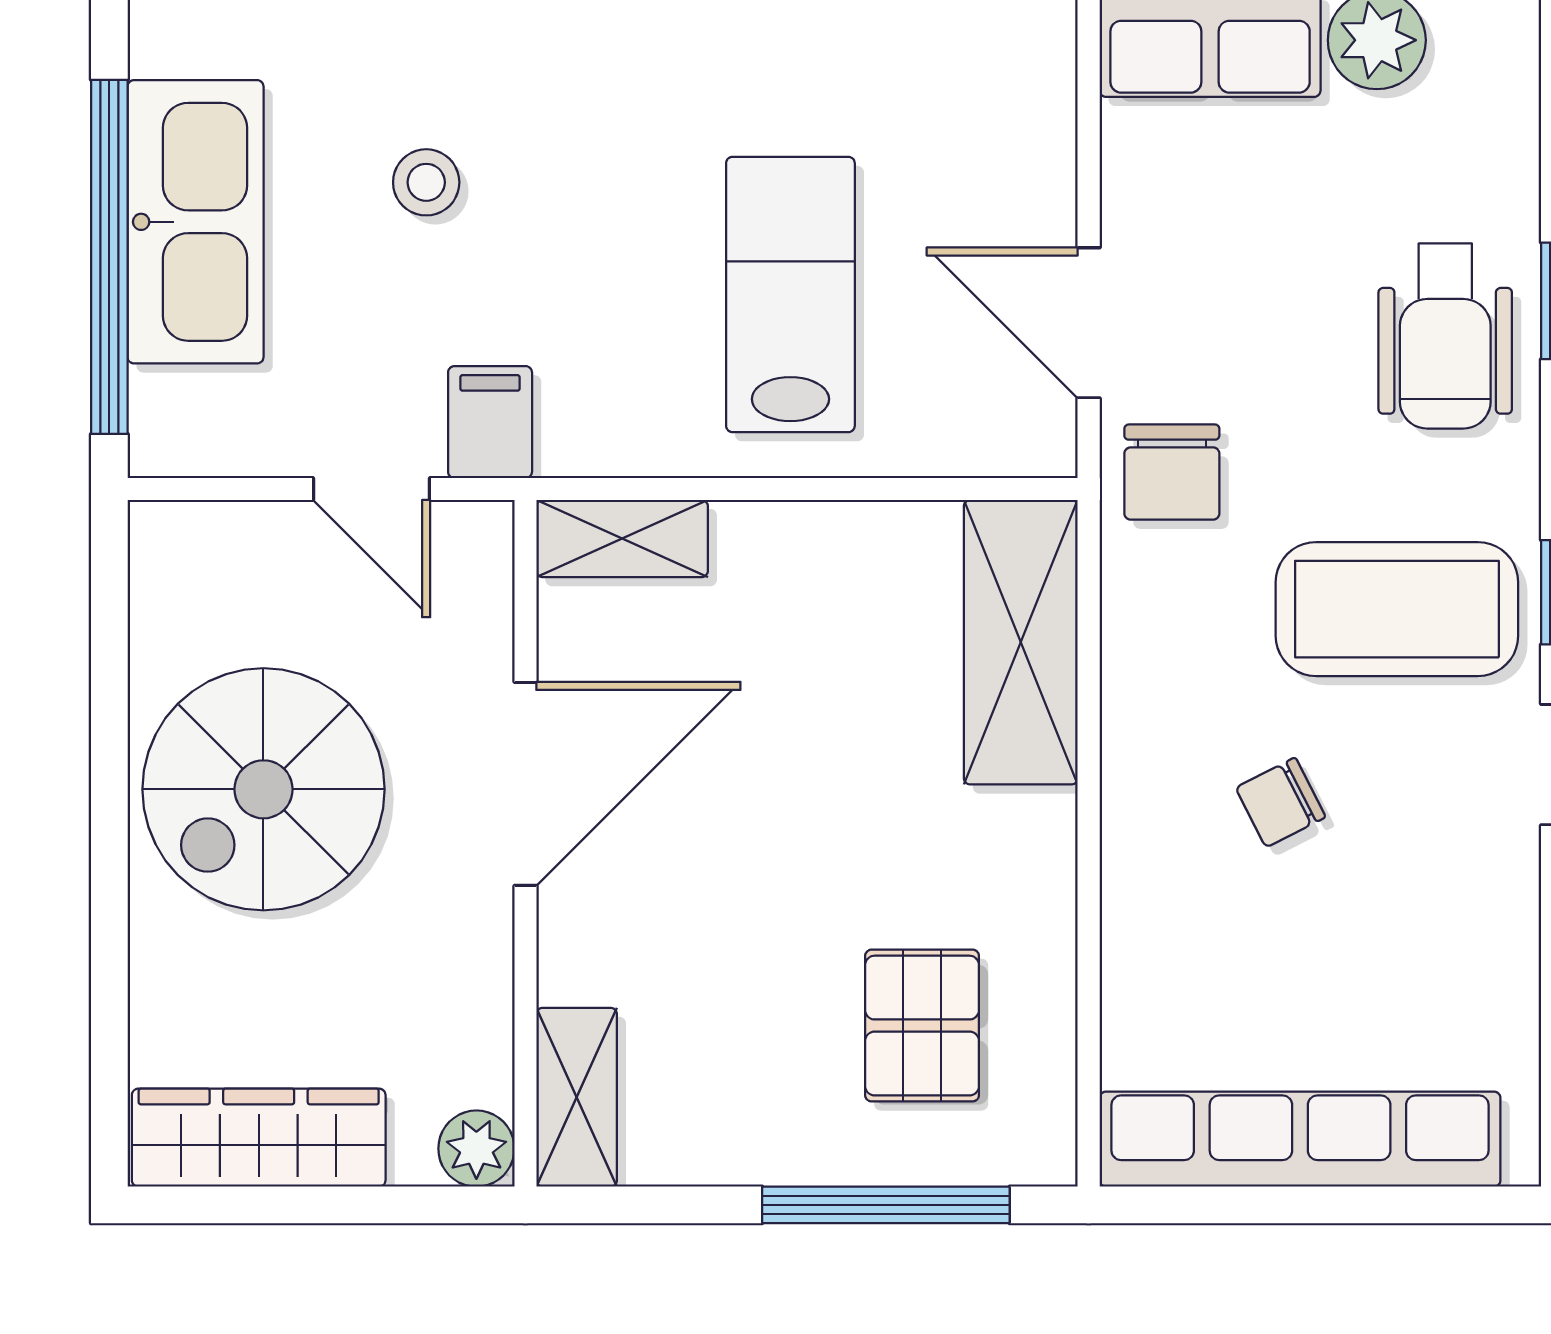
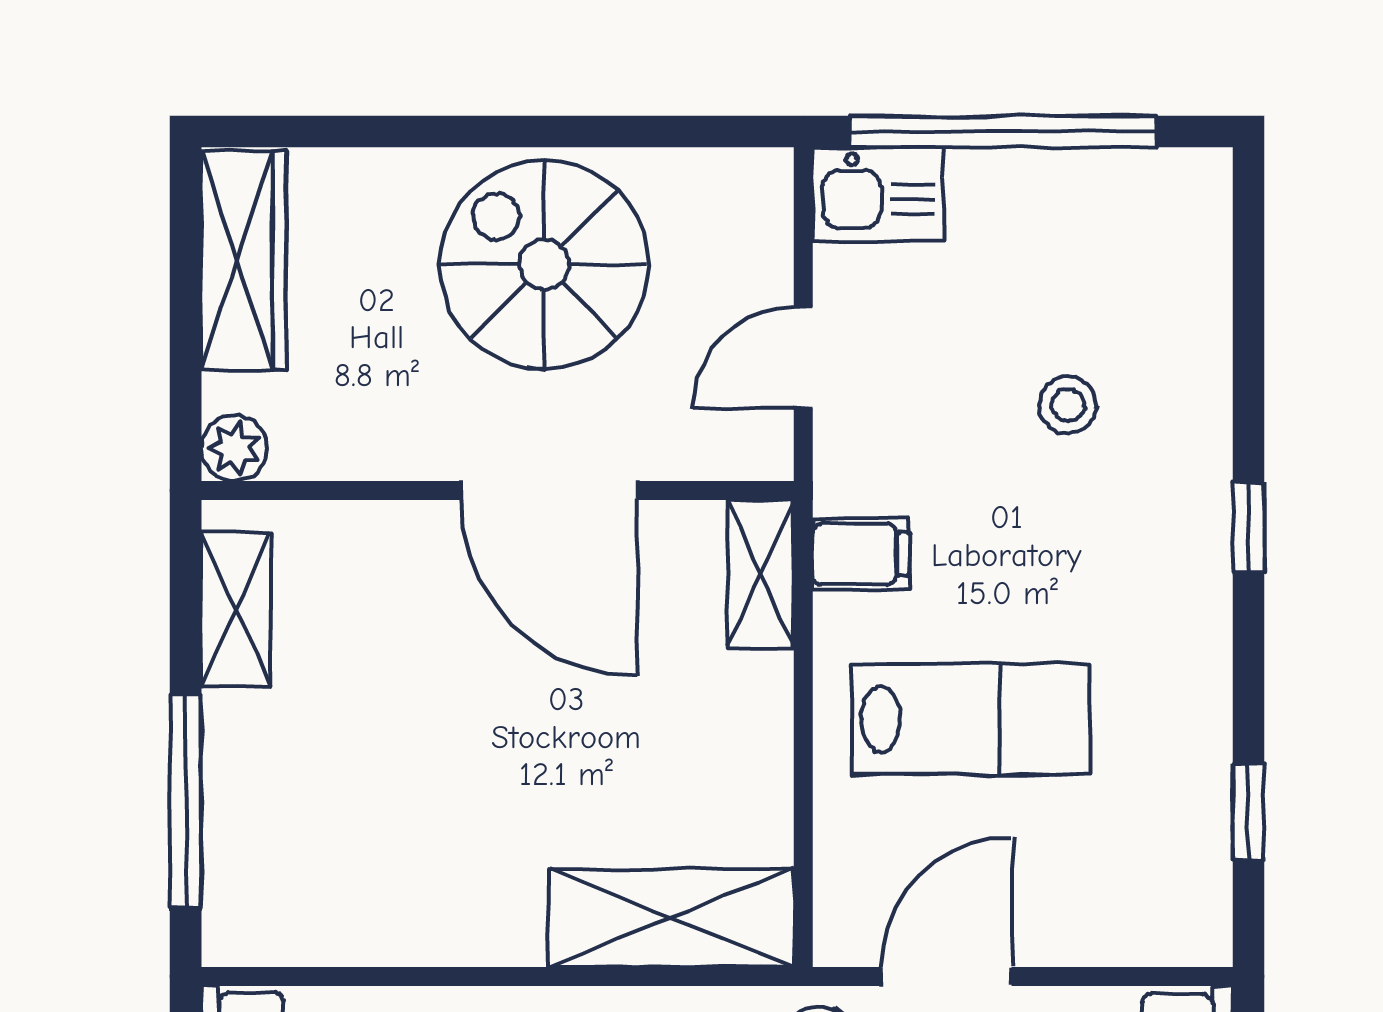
kitchen sink: (196, 222) -> (878, 194), moved, width x0.53, depth x0.81
filing cabinet: (490, 422) -> (861, 554), moved
pallet: (922, 1026) -> (340, 833), removed
shelving: (577, 1097) -> (236, 609), moved, turned 90

